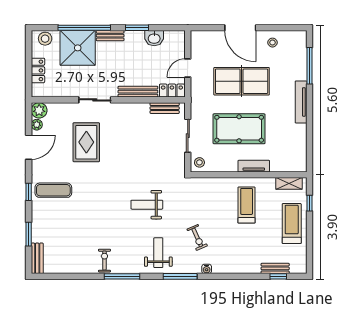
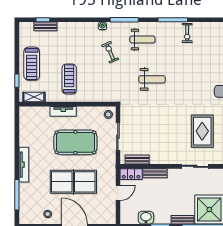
bench: (138, 92) -> (155, 173), width x0.73
treadmill: (247, 205) -> (69, 79), turned 180
weight bench: (158, 253) -> (142, 39), turned -90

